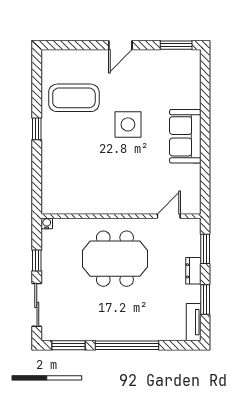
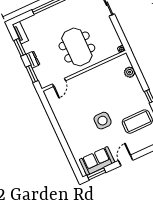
sofa: (185, 136) -> (97, 161), moved, turned -90
plant: (50, 181) -> (130, 72), added
meeting table: (115, 259) -> (77, 47), turned 90
window: (37, 261) -> (117, 27), removed

